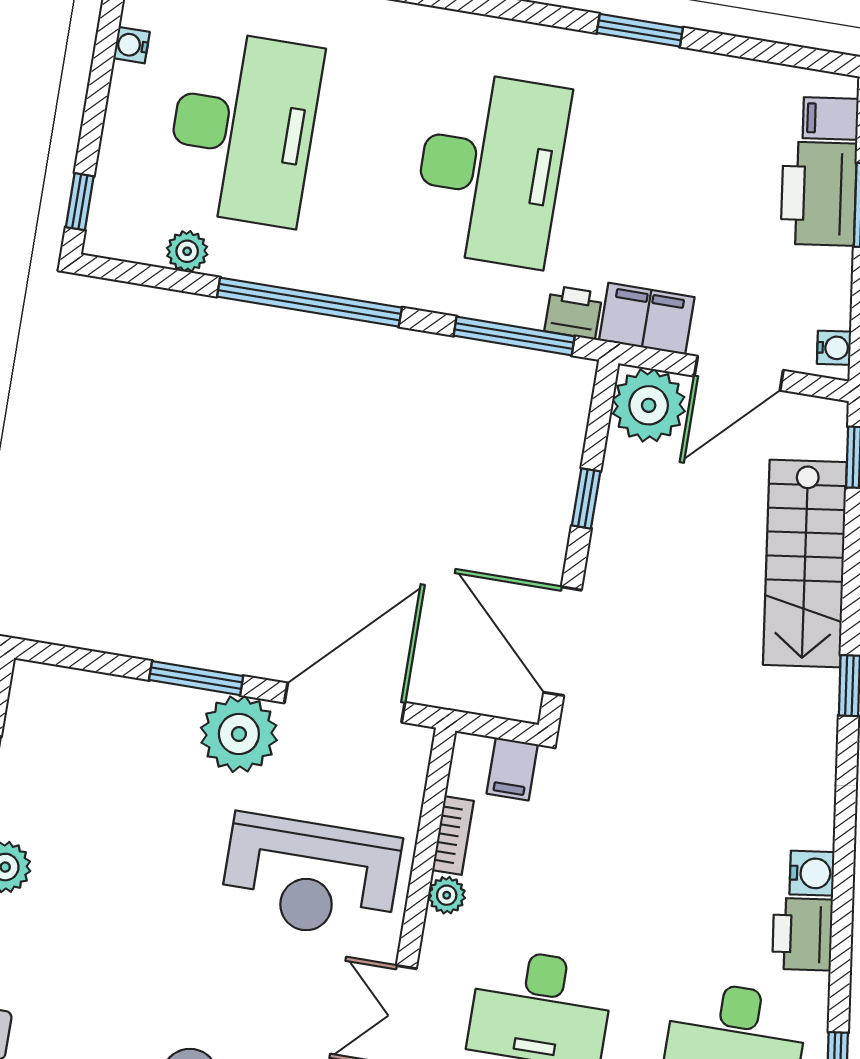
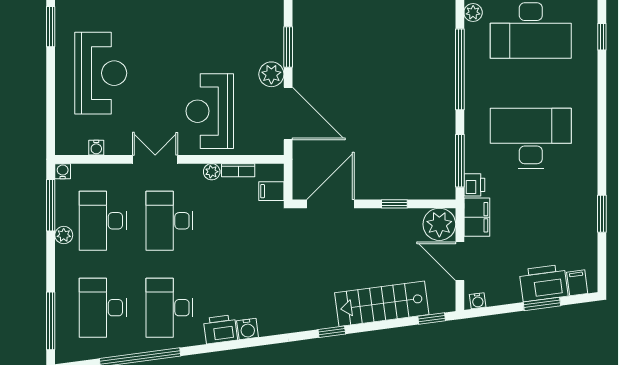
window: (640, 30) -> (602, 214), moved
desk: (491, 169) -> (531, 138), turned 180
plant: (239, 734) -> (271, 74), width x0.73, depth x0.73

